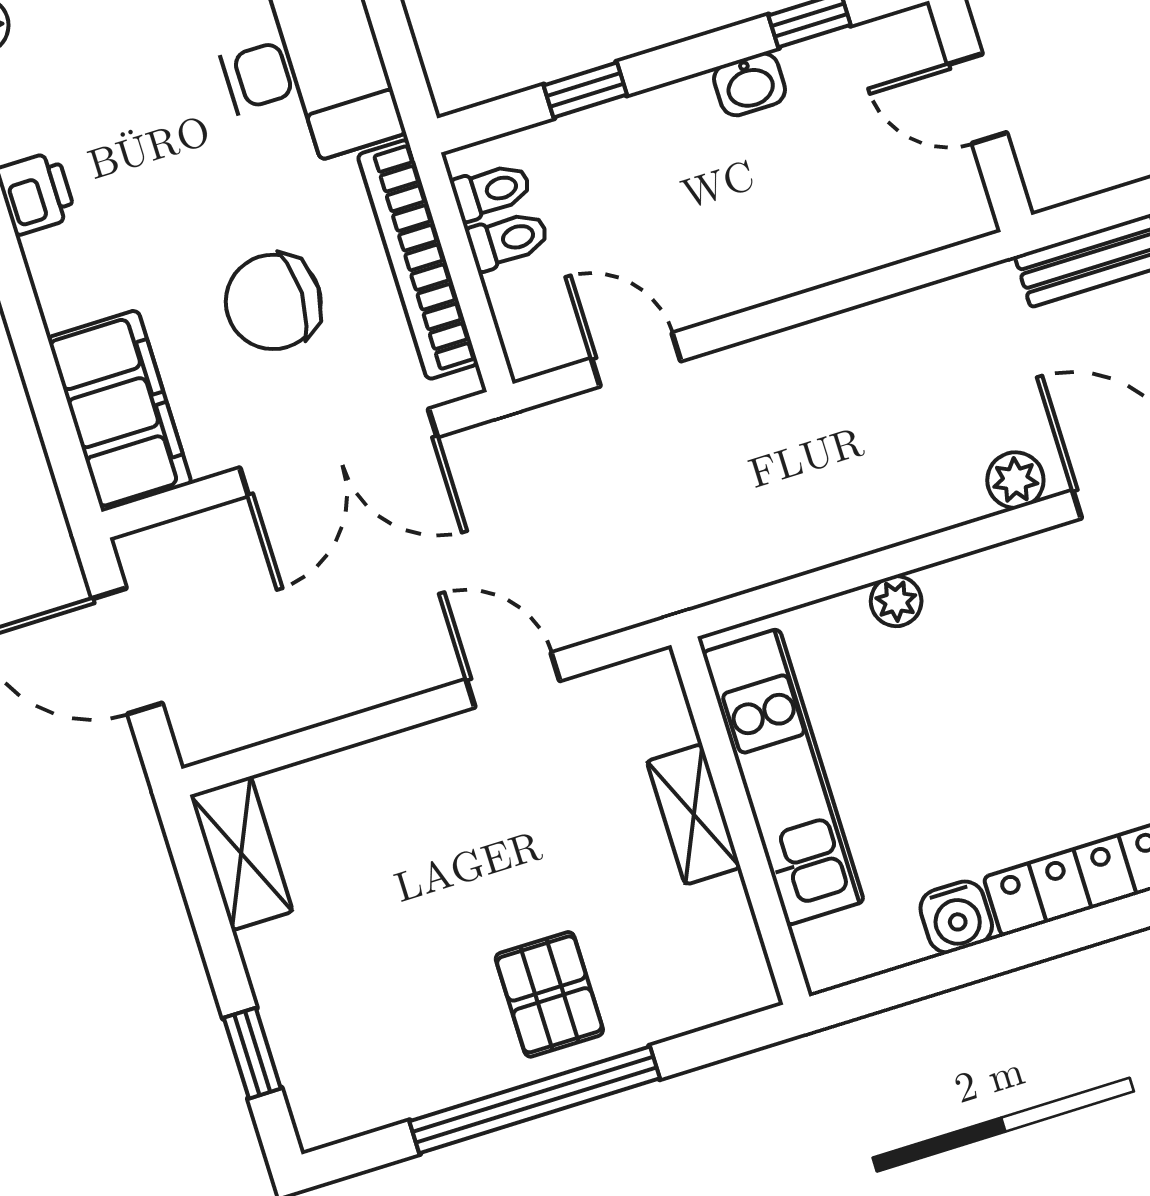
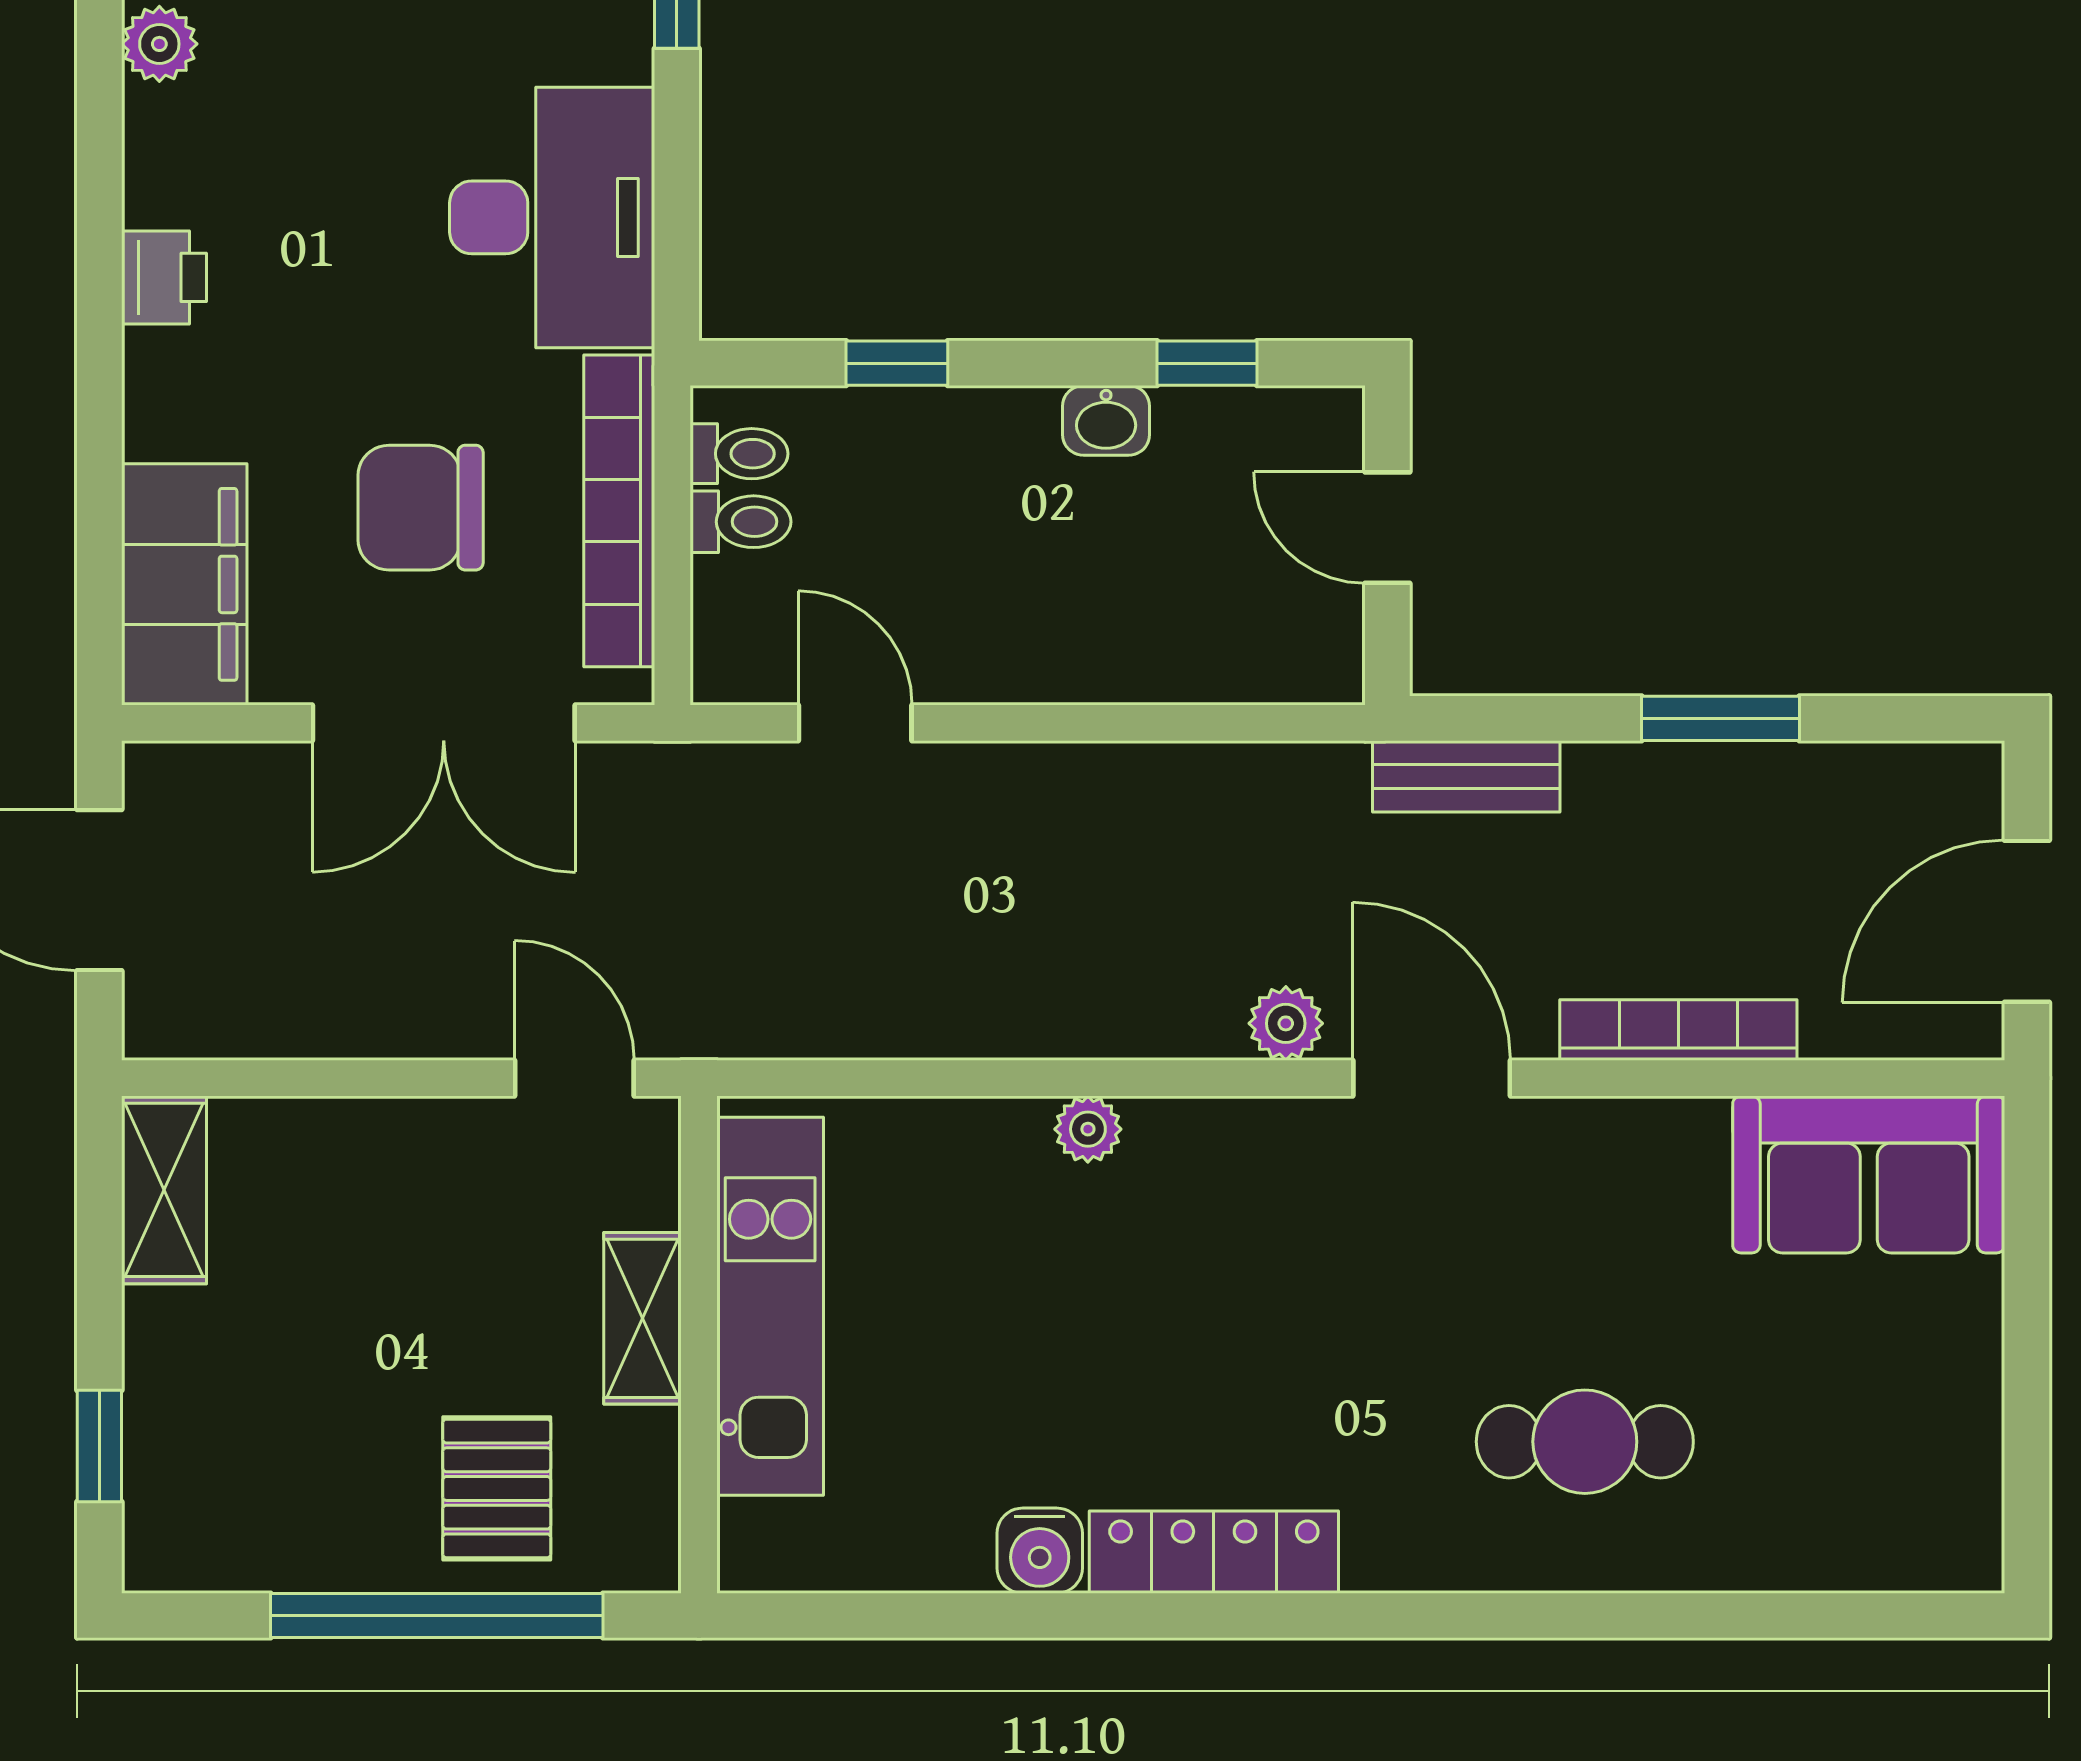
kitchen unit: (783, 777) -> (770, 1306), moved
shelving: (694, 814) -> (643, 1318), moved
wall: (740, 821) -> (699, 1345), moved

